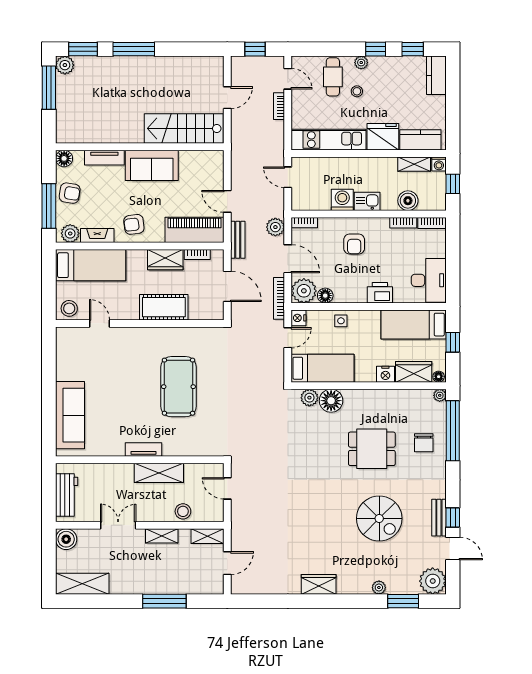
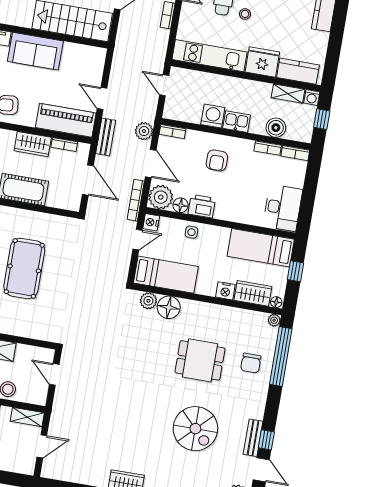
printer: (380, 293) -> (202, 206), moved

